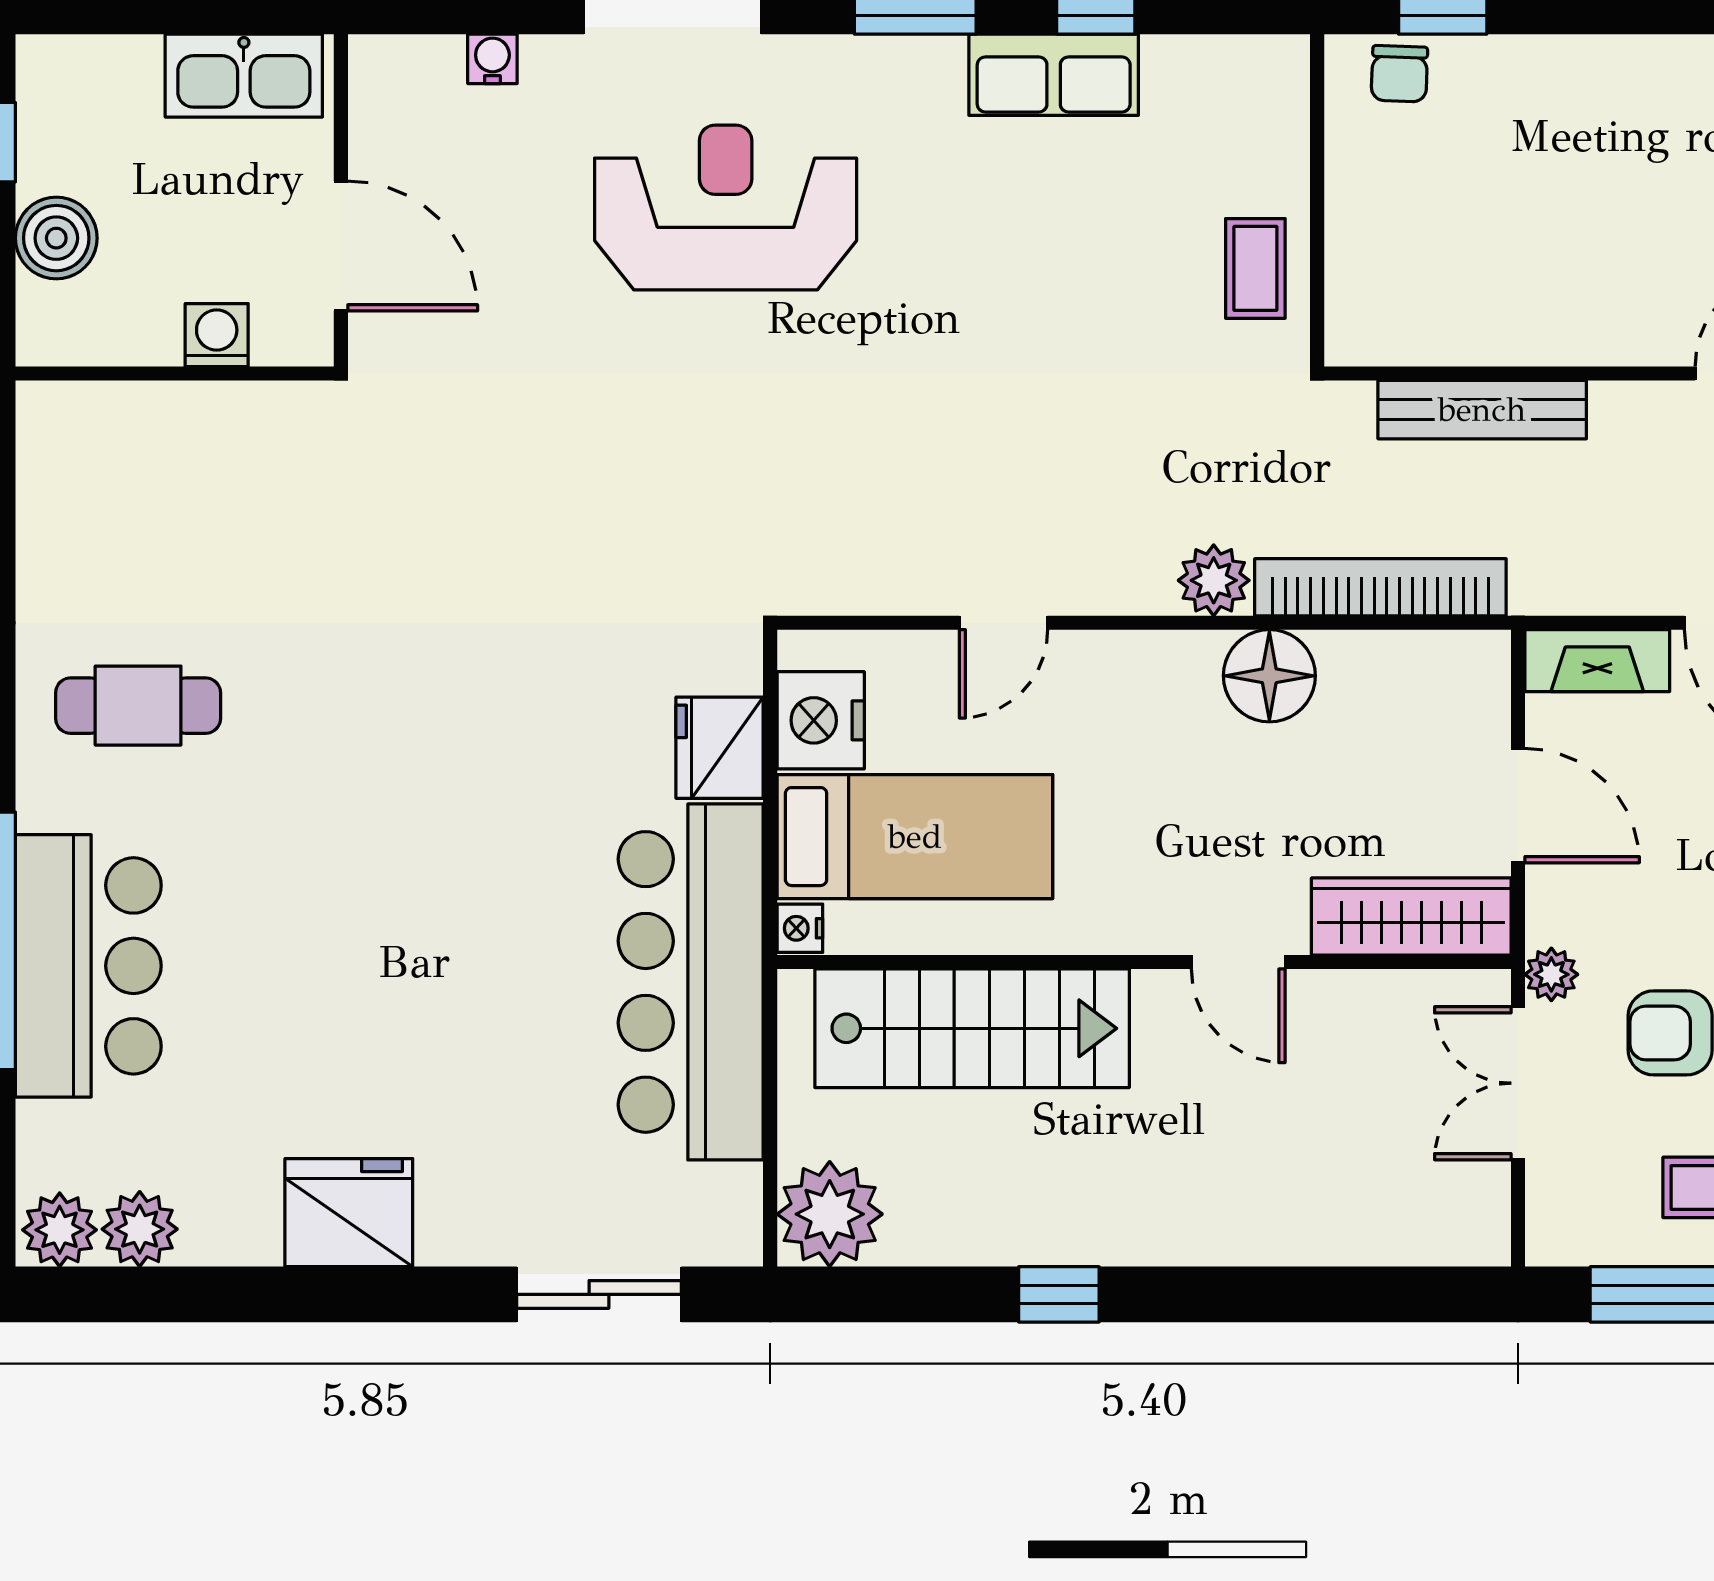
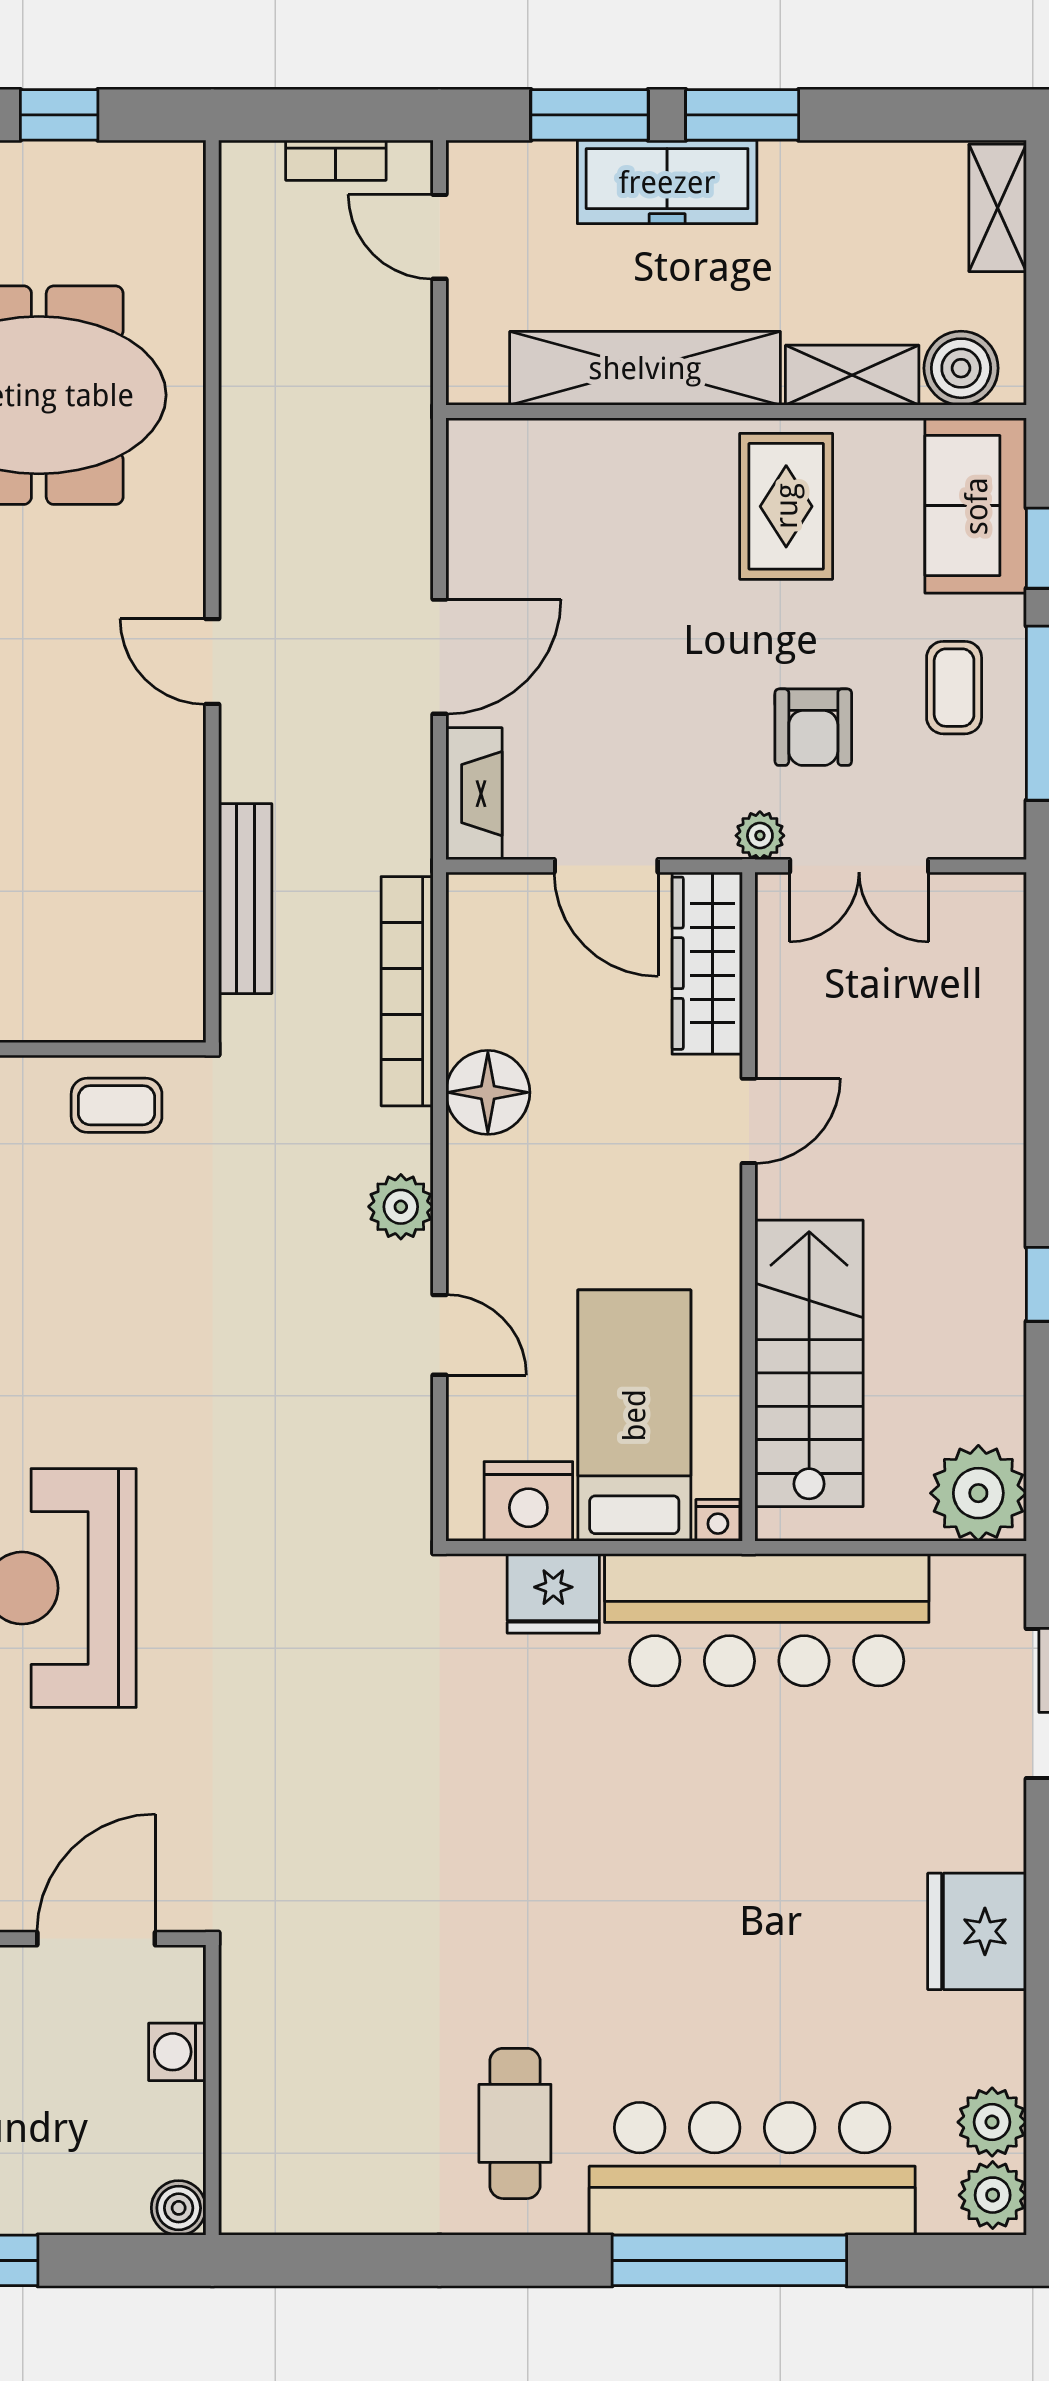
boiler: (56, 238) -> (179, 2208), moved, width x0.73, depth x0.73
plant: (1214, 580) -> (401, 1207), moved
door: (1518, 806) -> (606, 866), swing flipped
bar counter: (88, 966) -> (752, 2169), width x1.36

